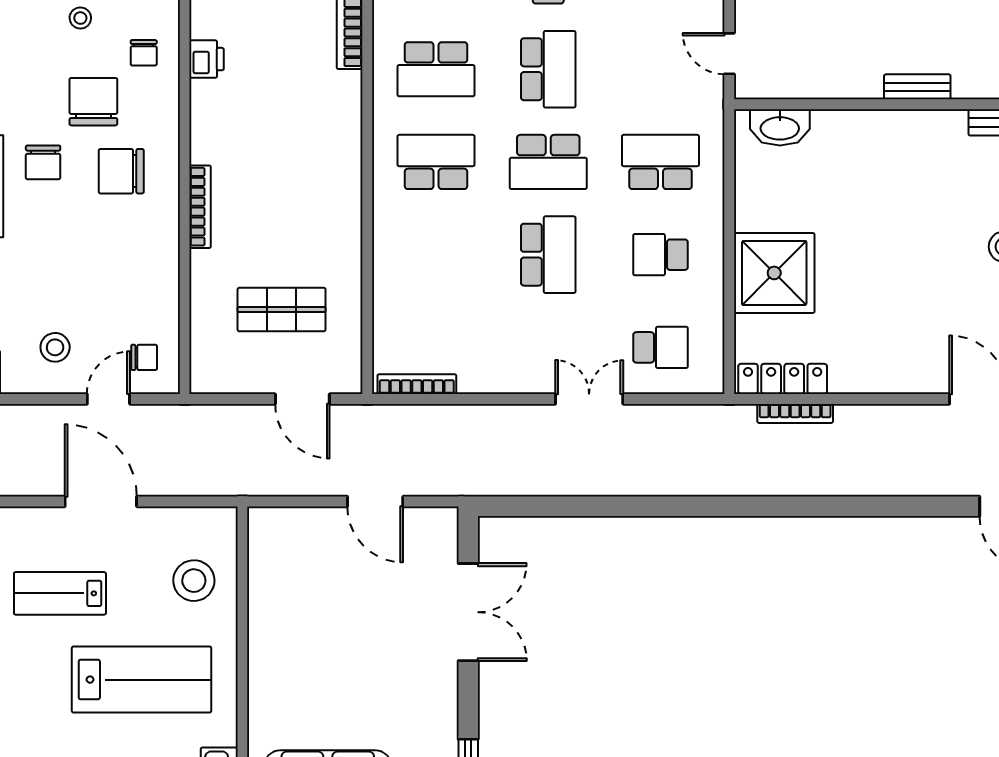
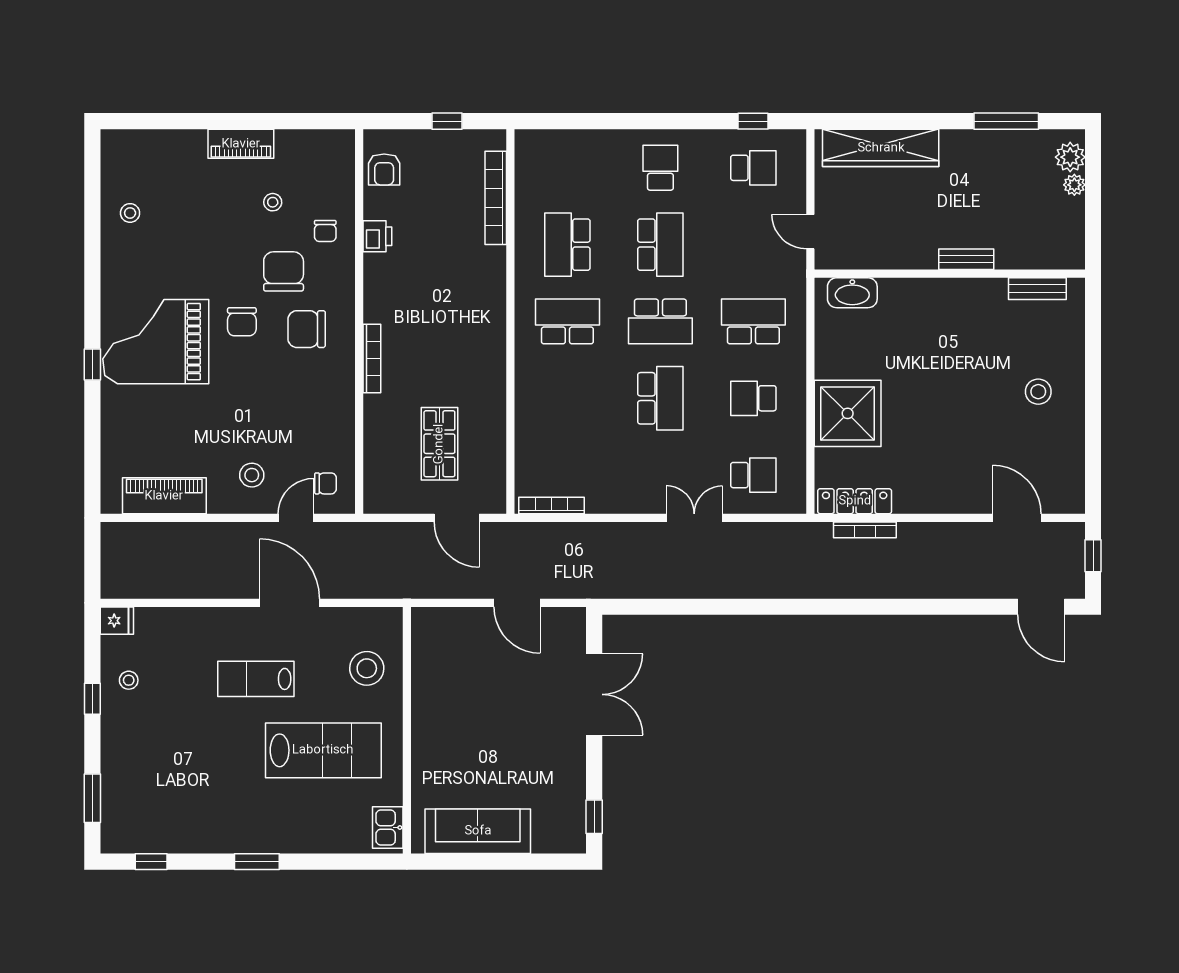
school desk: (436, 69) -> (567, 245), turned 90
shop shelf: (282, 310) -> (439, 444), turned 90

